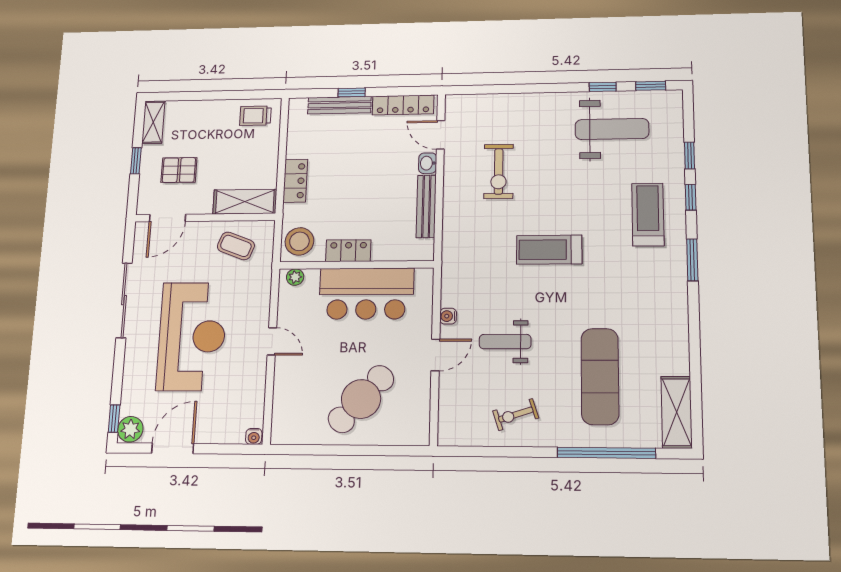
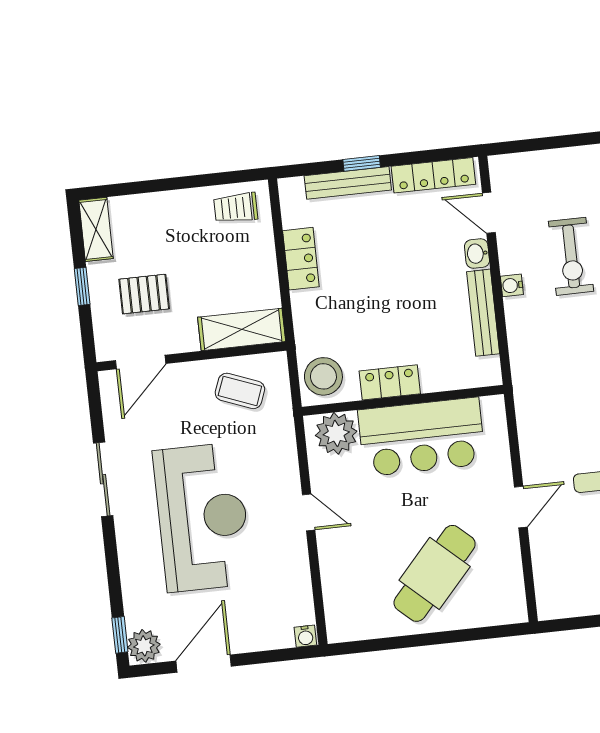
locker: (295, 181) -> (301, 259), moved
plant: (295, 277) -> (336, 433), width x1.88, depth x1.88
sliding door: (124, 300) -> (103, 479), width x0.73
water cooler: (448, 316) -> (512, 285), moved

